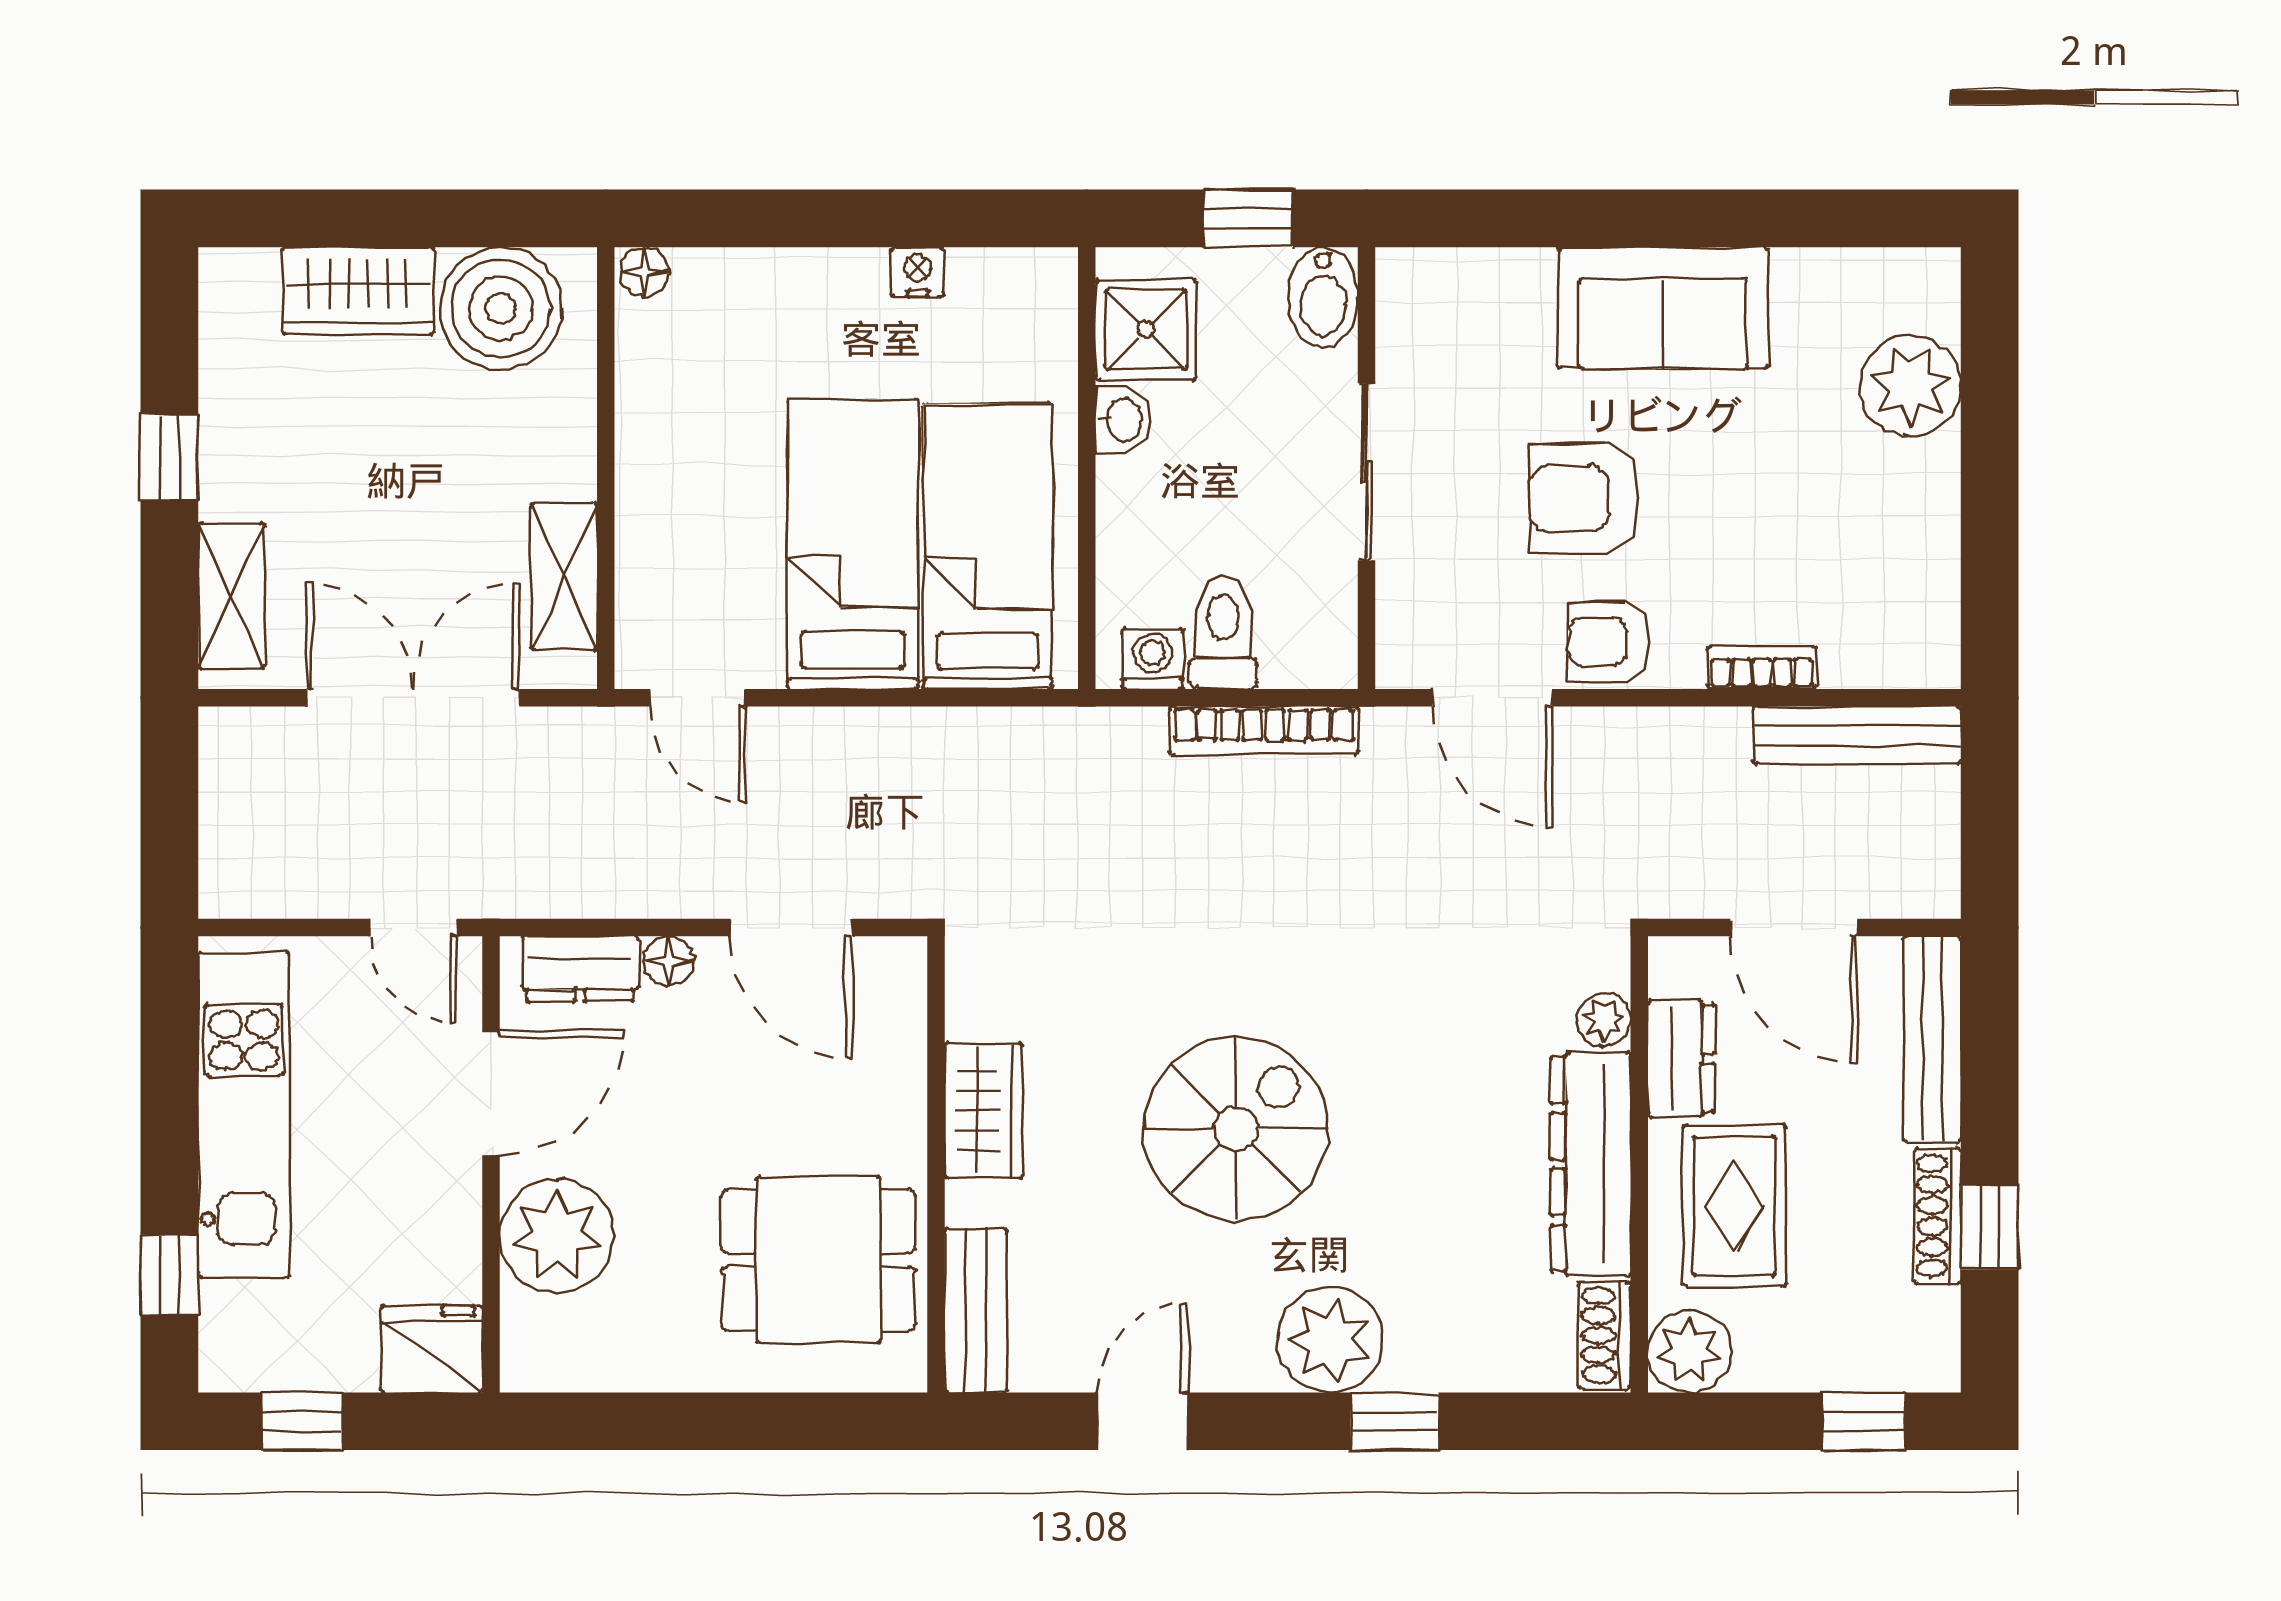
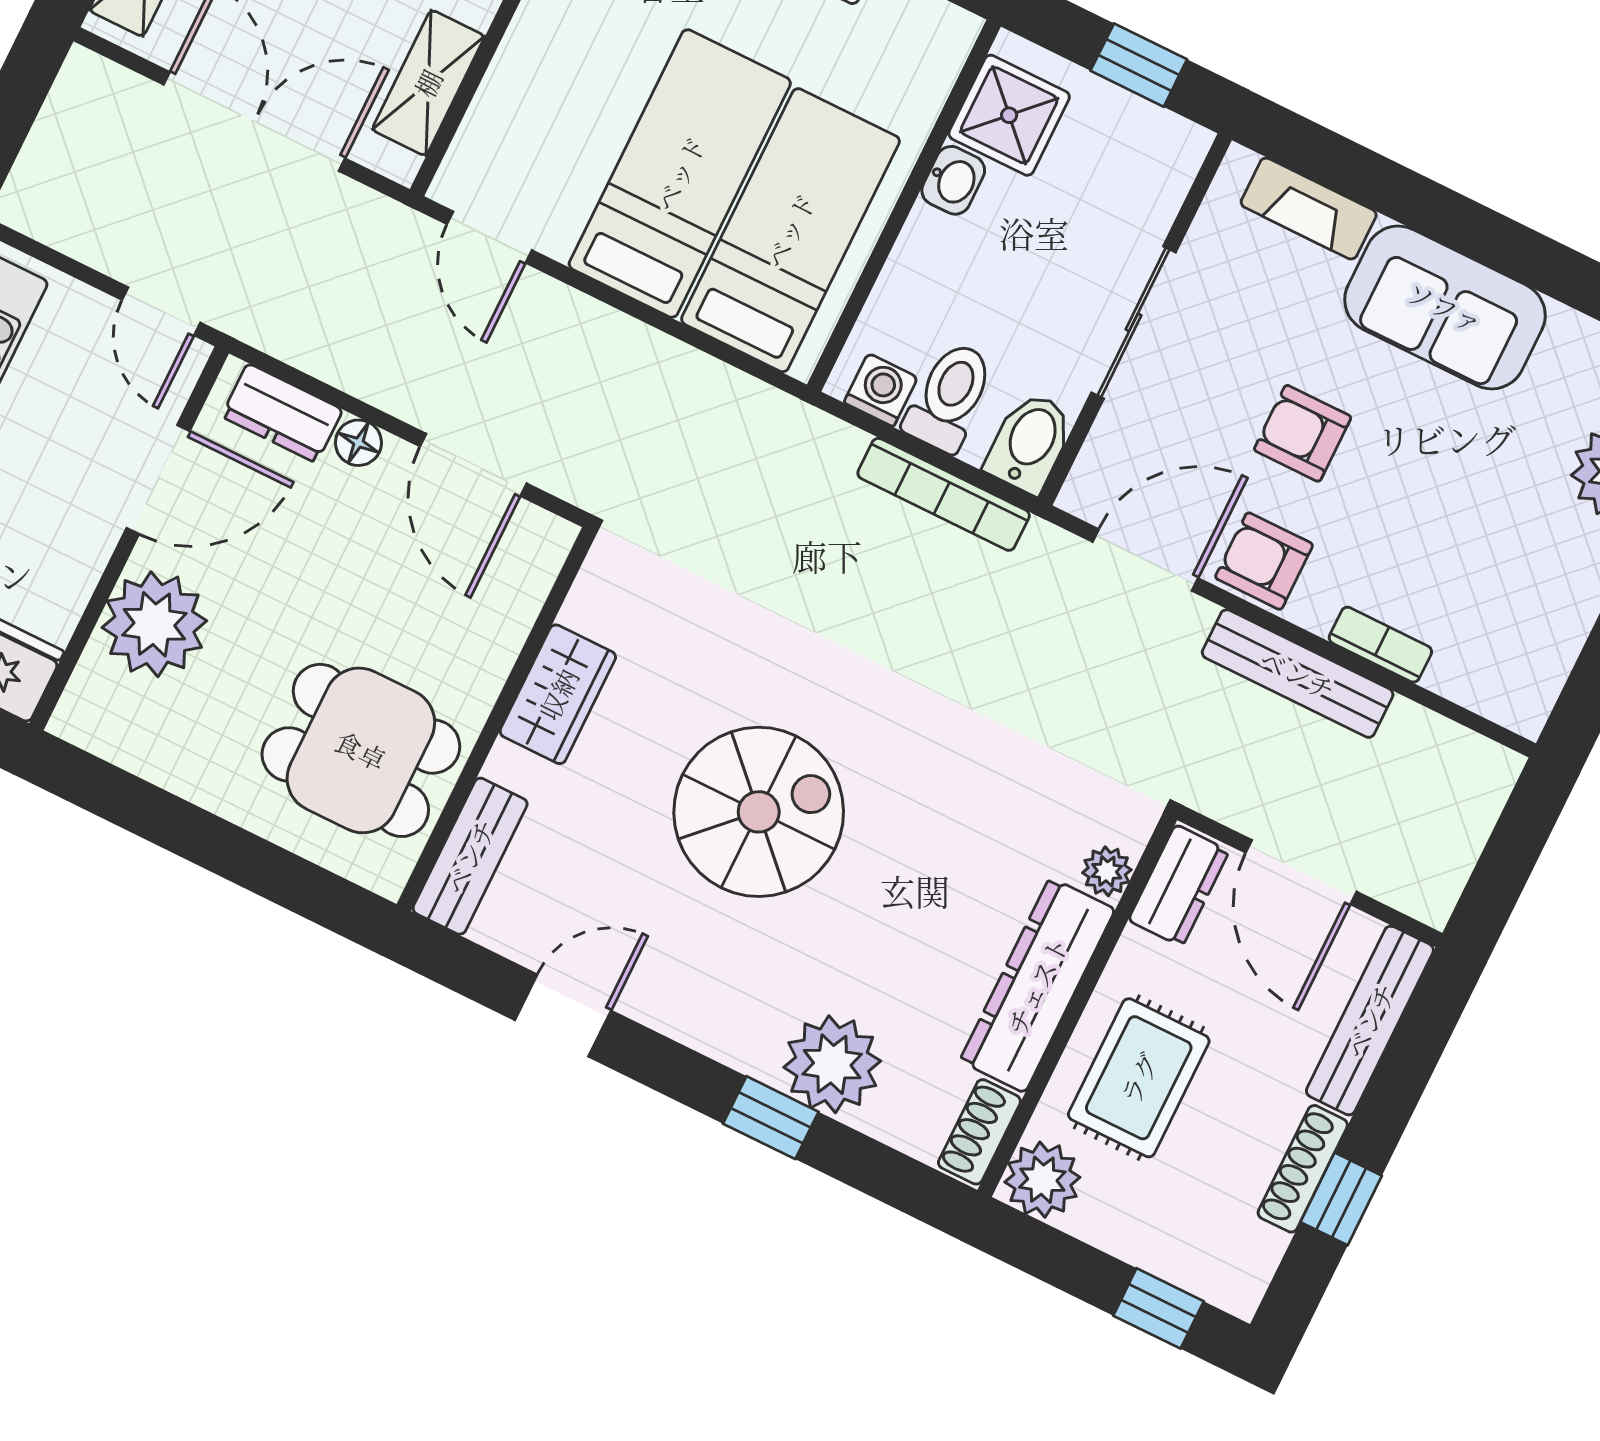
fireplace: (1483, 277) -> (1309, 209), added
bidet: (1323, 298) -> (1030, 443), moved, turned 180
armchair: (1585, 499) -> (1303, 433), width x0.72, depth x0.72
door: (1492, 698) -> (1145, 560), swing flipped
bench: (1857, 735) -> (1298, 674), moved
dresser: (1681, 1059) -> (1179, 886), moved
plant: (1330, 1340) -> (832, 1064), moved

